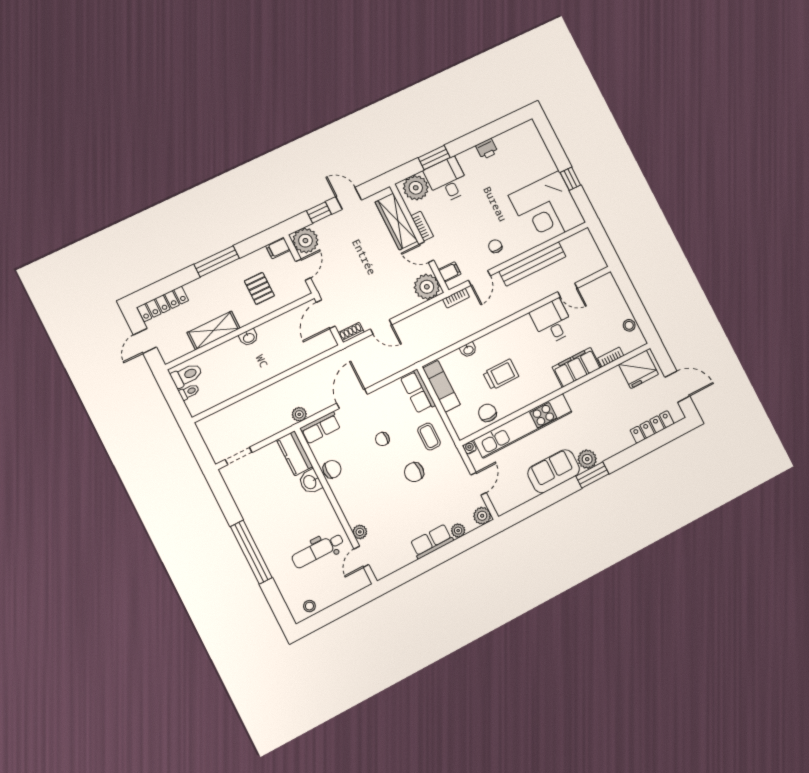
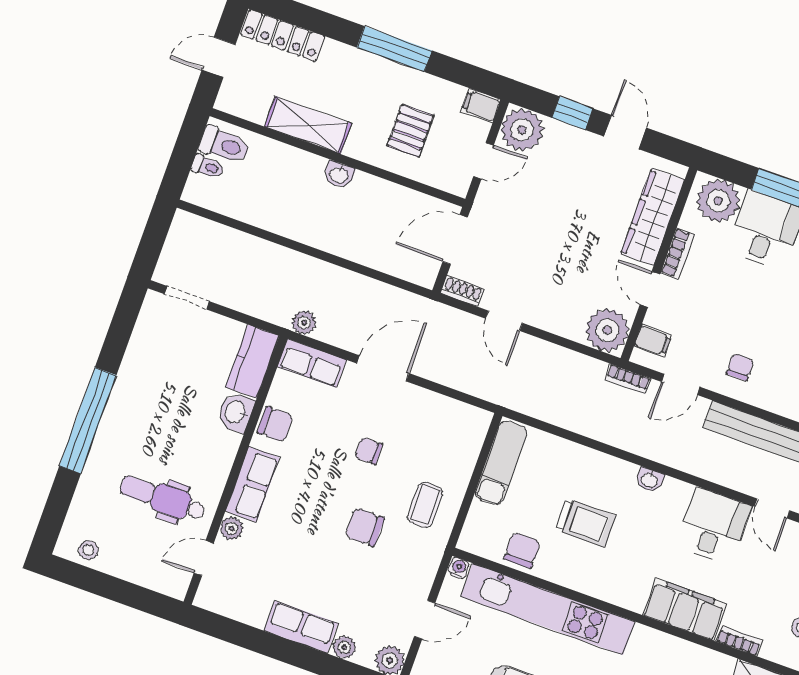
washbasin: (468, 350) -> (650, 480), moved
row of seats: (418, 392) -> (252, 484), moved, turned 180

